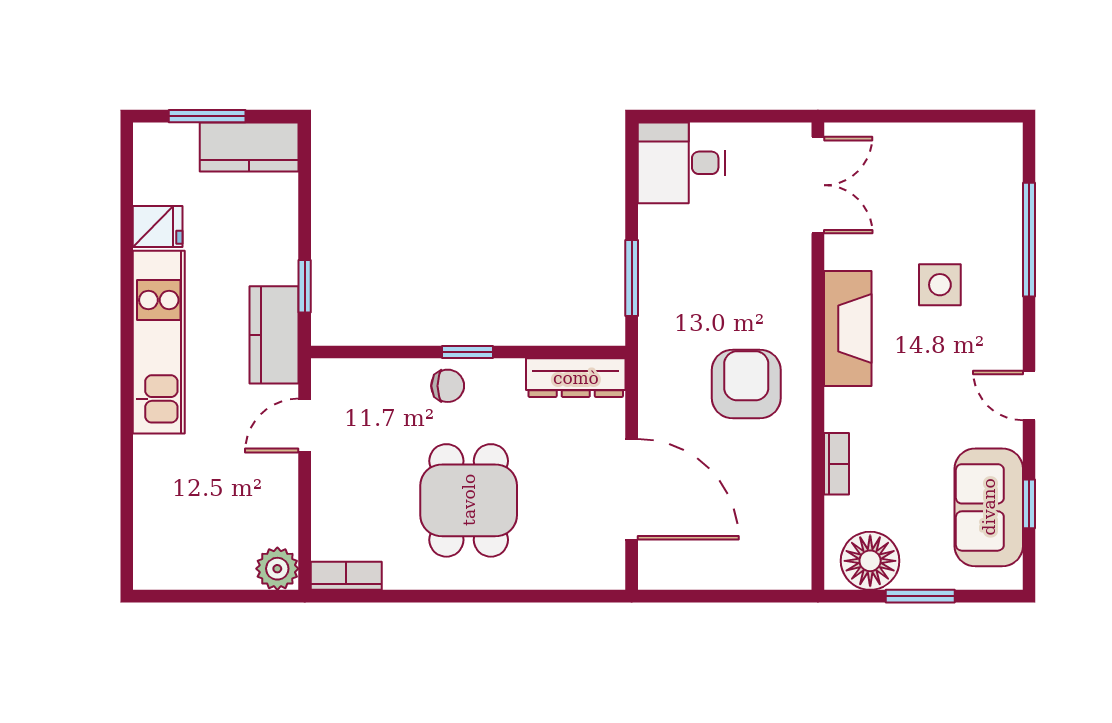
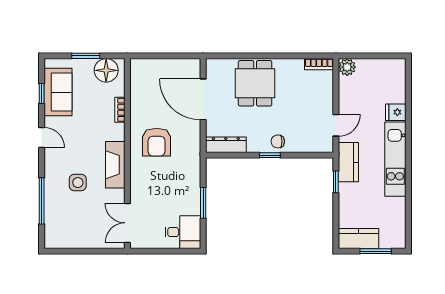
fridge: (158, 227) -> (396, 112), moved
window: (632, 278) -> (203, 203), moved
dining table: (469, 500) -> (255, 83), moved

